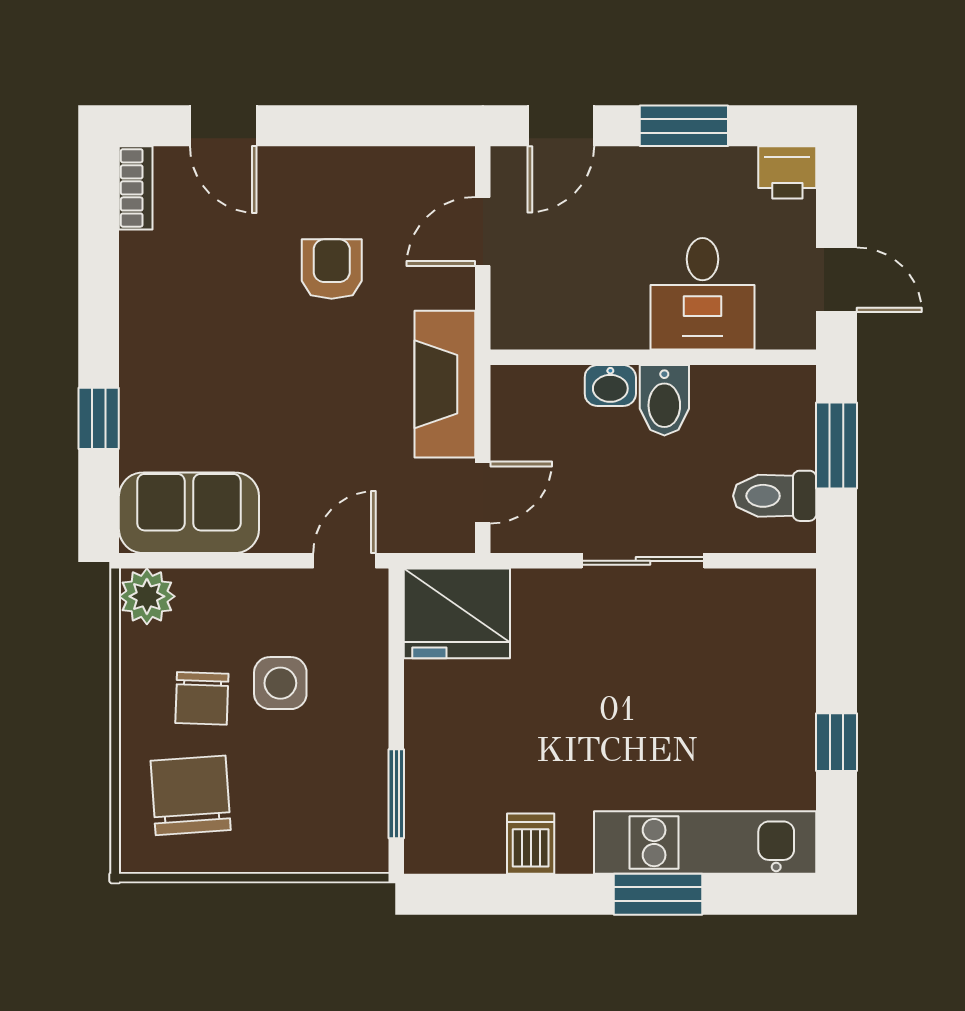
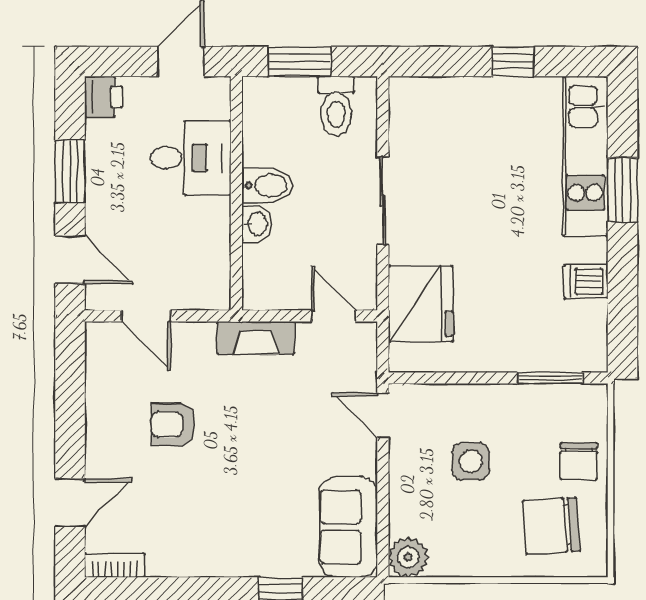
fireplace: (445, 384) -> (256, 338), width x0.73, depth x0.76
fridge: (457, 613) -> (421, 304), moved
chair: (202, 698) -> (579, 461), moved, turned 88

